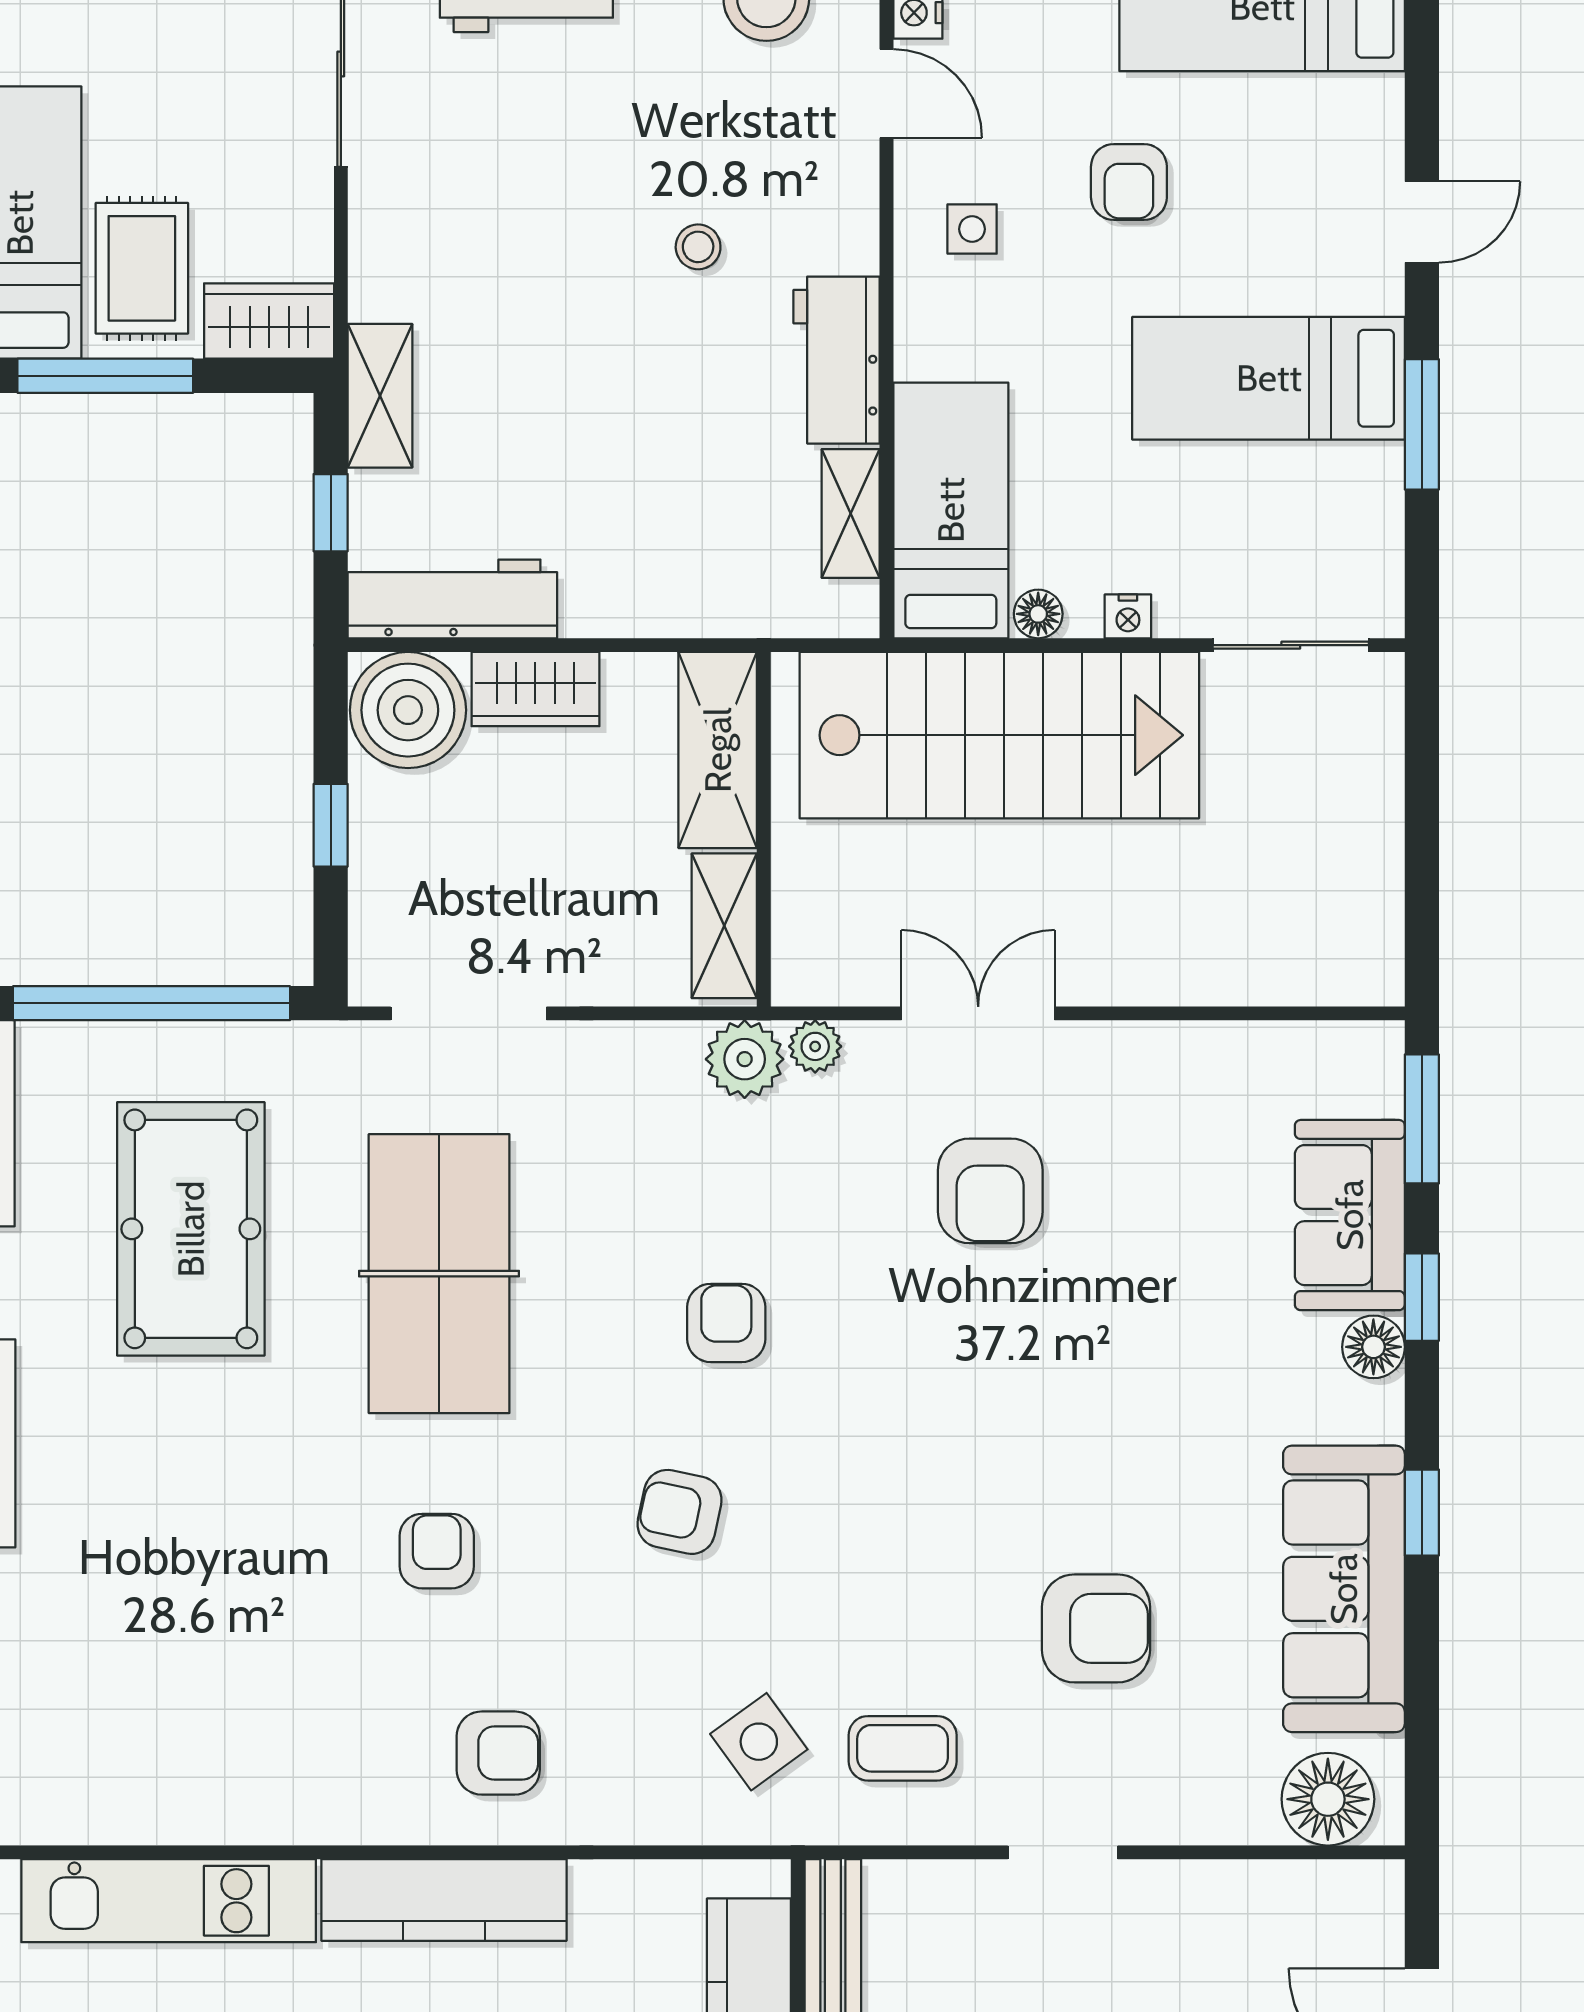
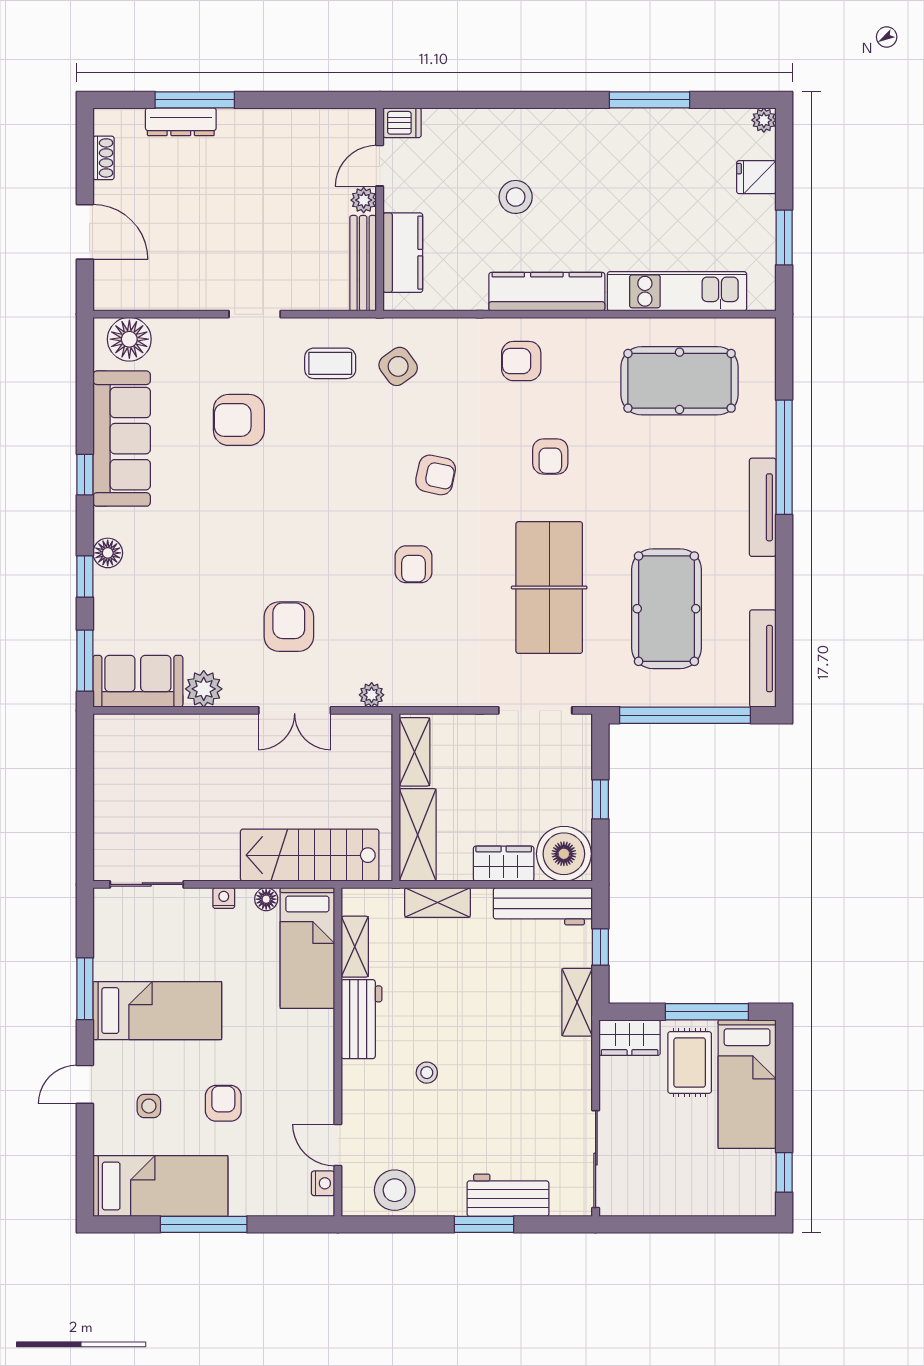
side table: (972, 229) -> (149, 1106), moved
shelving: (675, 607) -> (437, 903), added
stairs: (999, 735) -> (310, 855), width x0.73, depth x0.66
plant: (745, 1059) -> (204, 689), moved
sofa: (1350, 1215) -> (138, 681), moved, turned -90
pool table: (163, 1711) -> (680, 381), added

